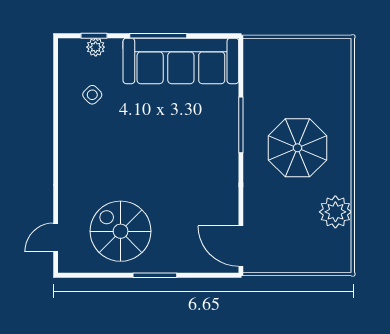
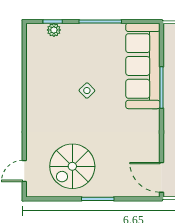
sofa: (181, 61) -> (143, 66), moved, turned 90
side table: (92, 95) -> (87, 91), moved
spiral stairs: (121, 231) -> (72, 166), turned -90

